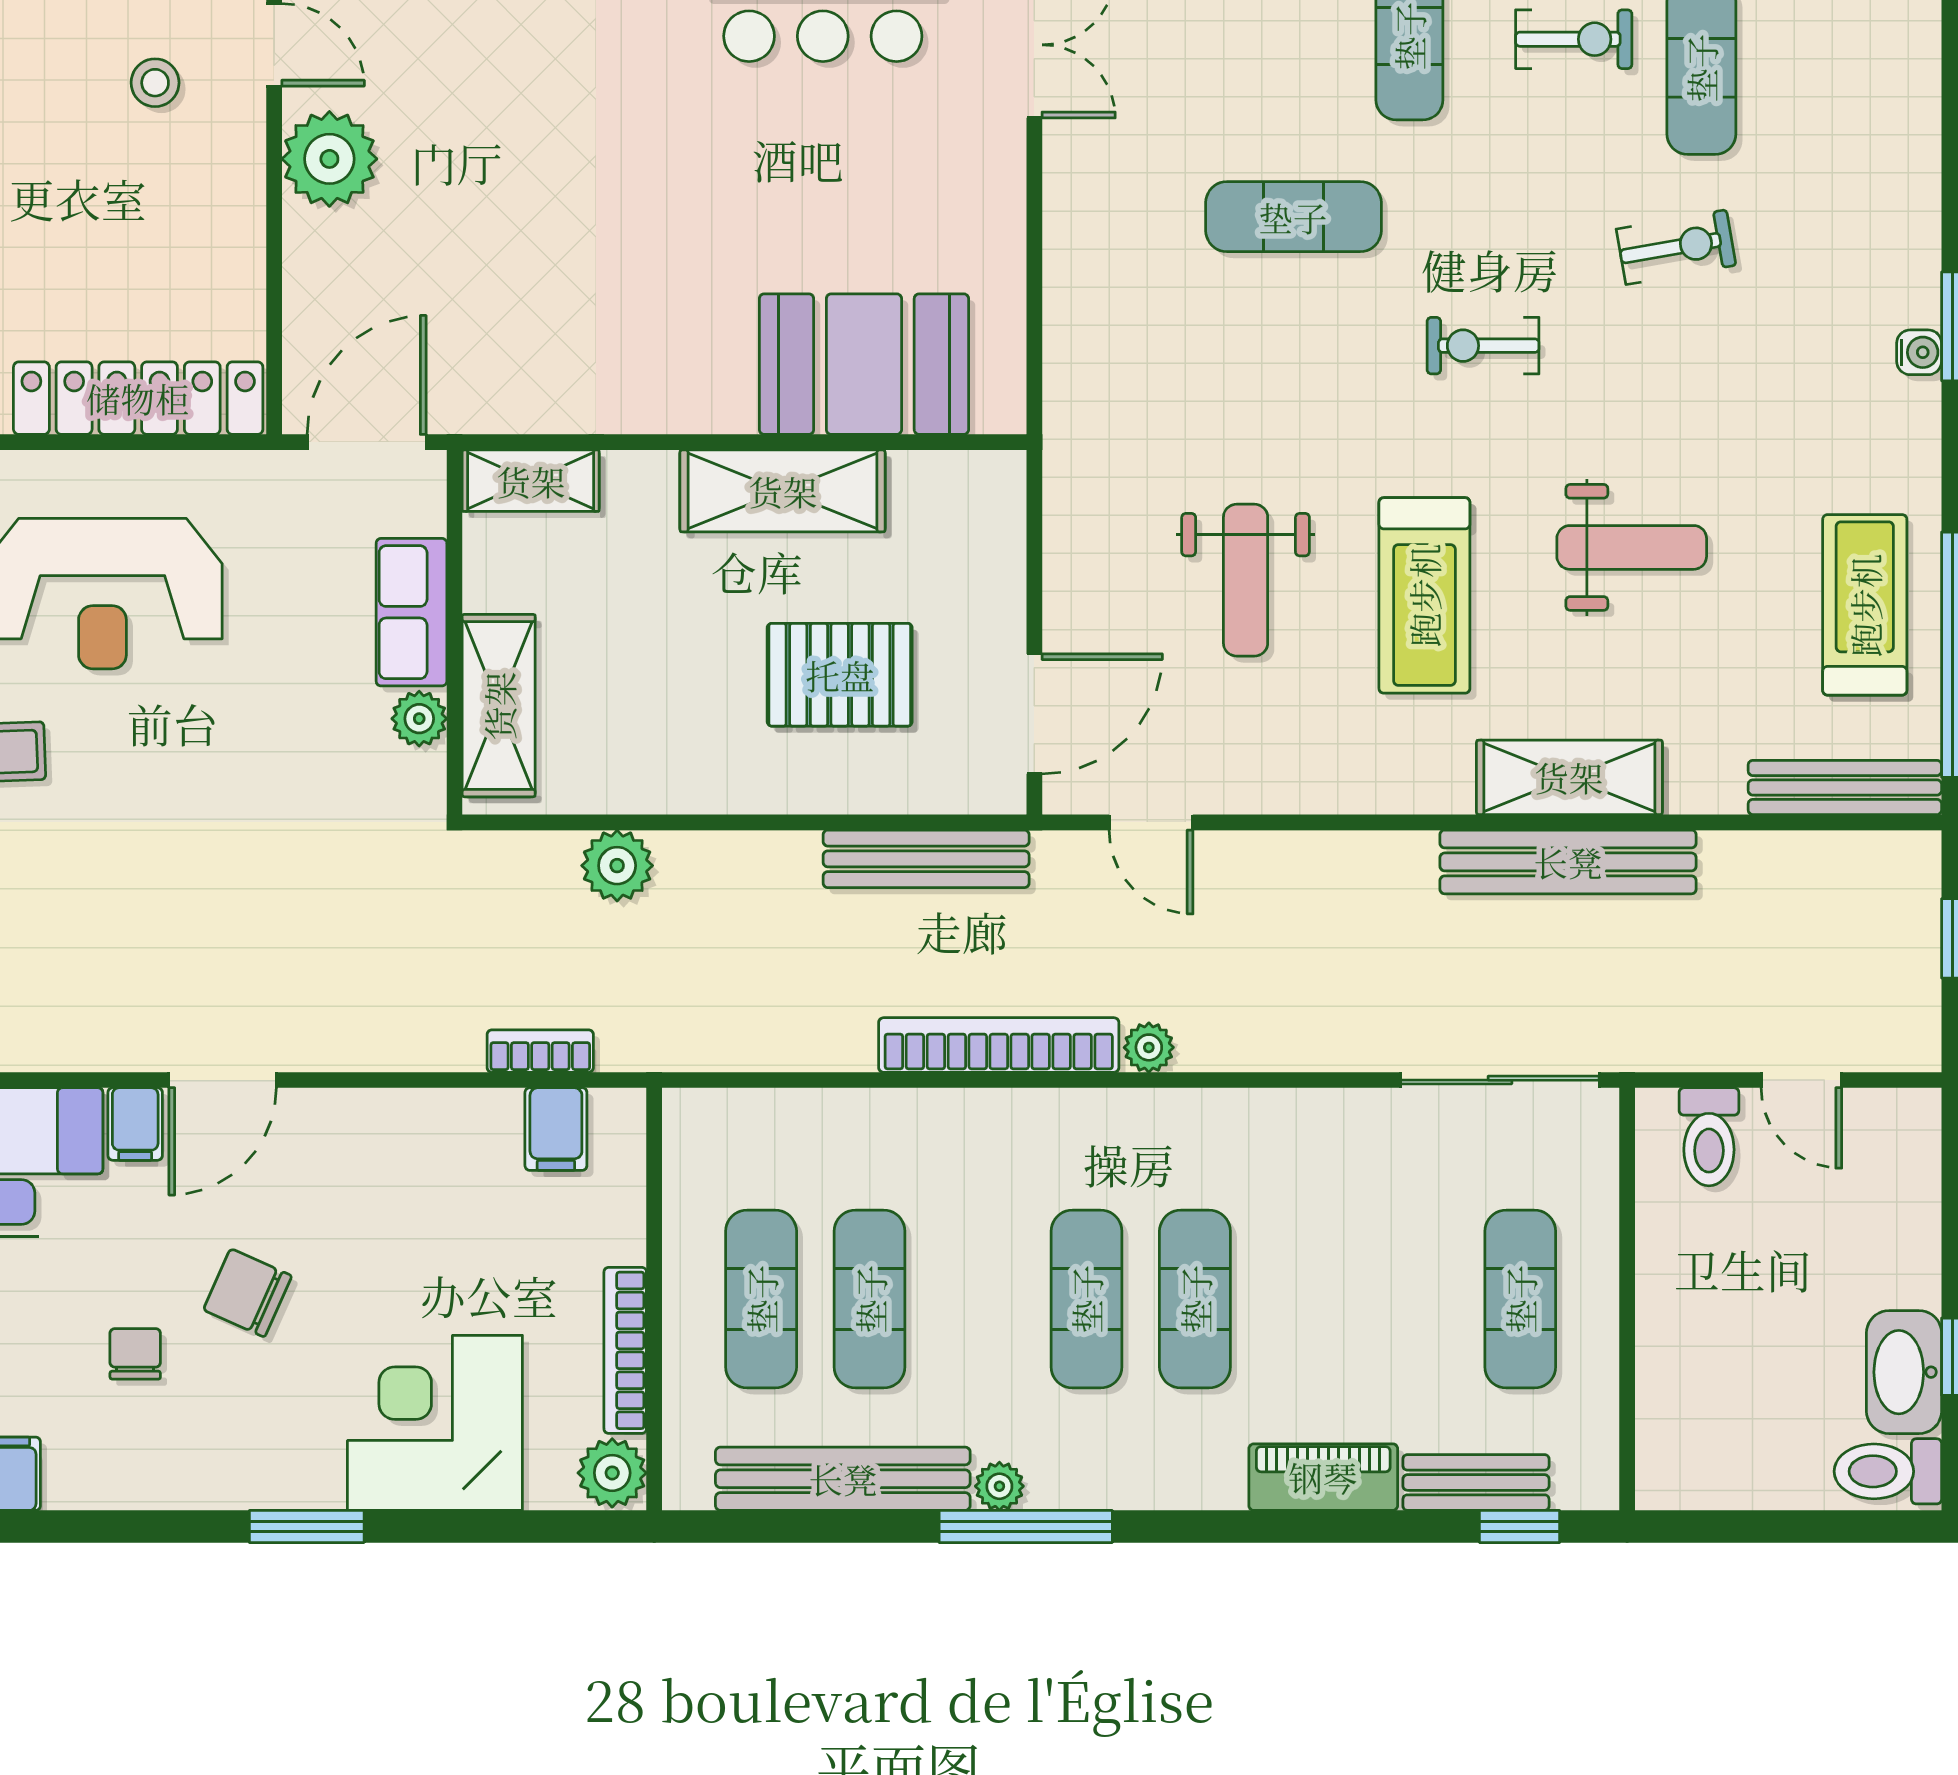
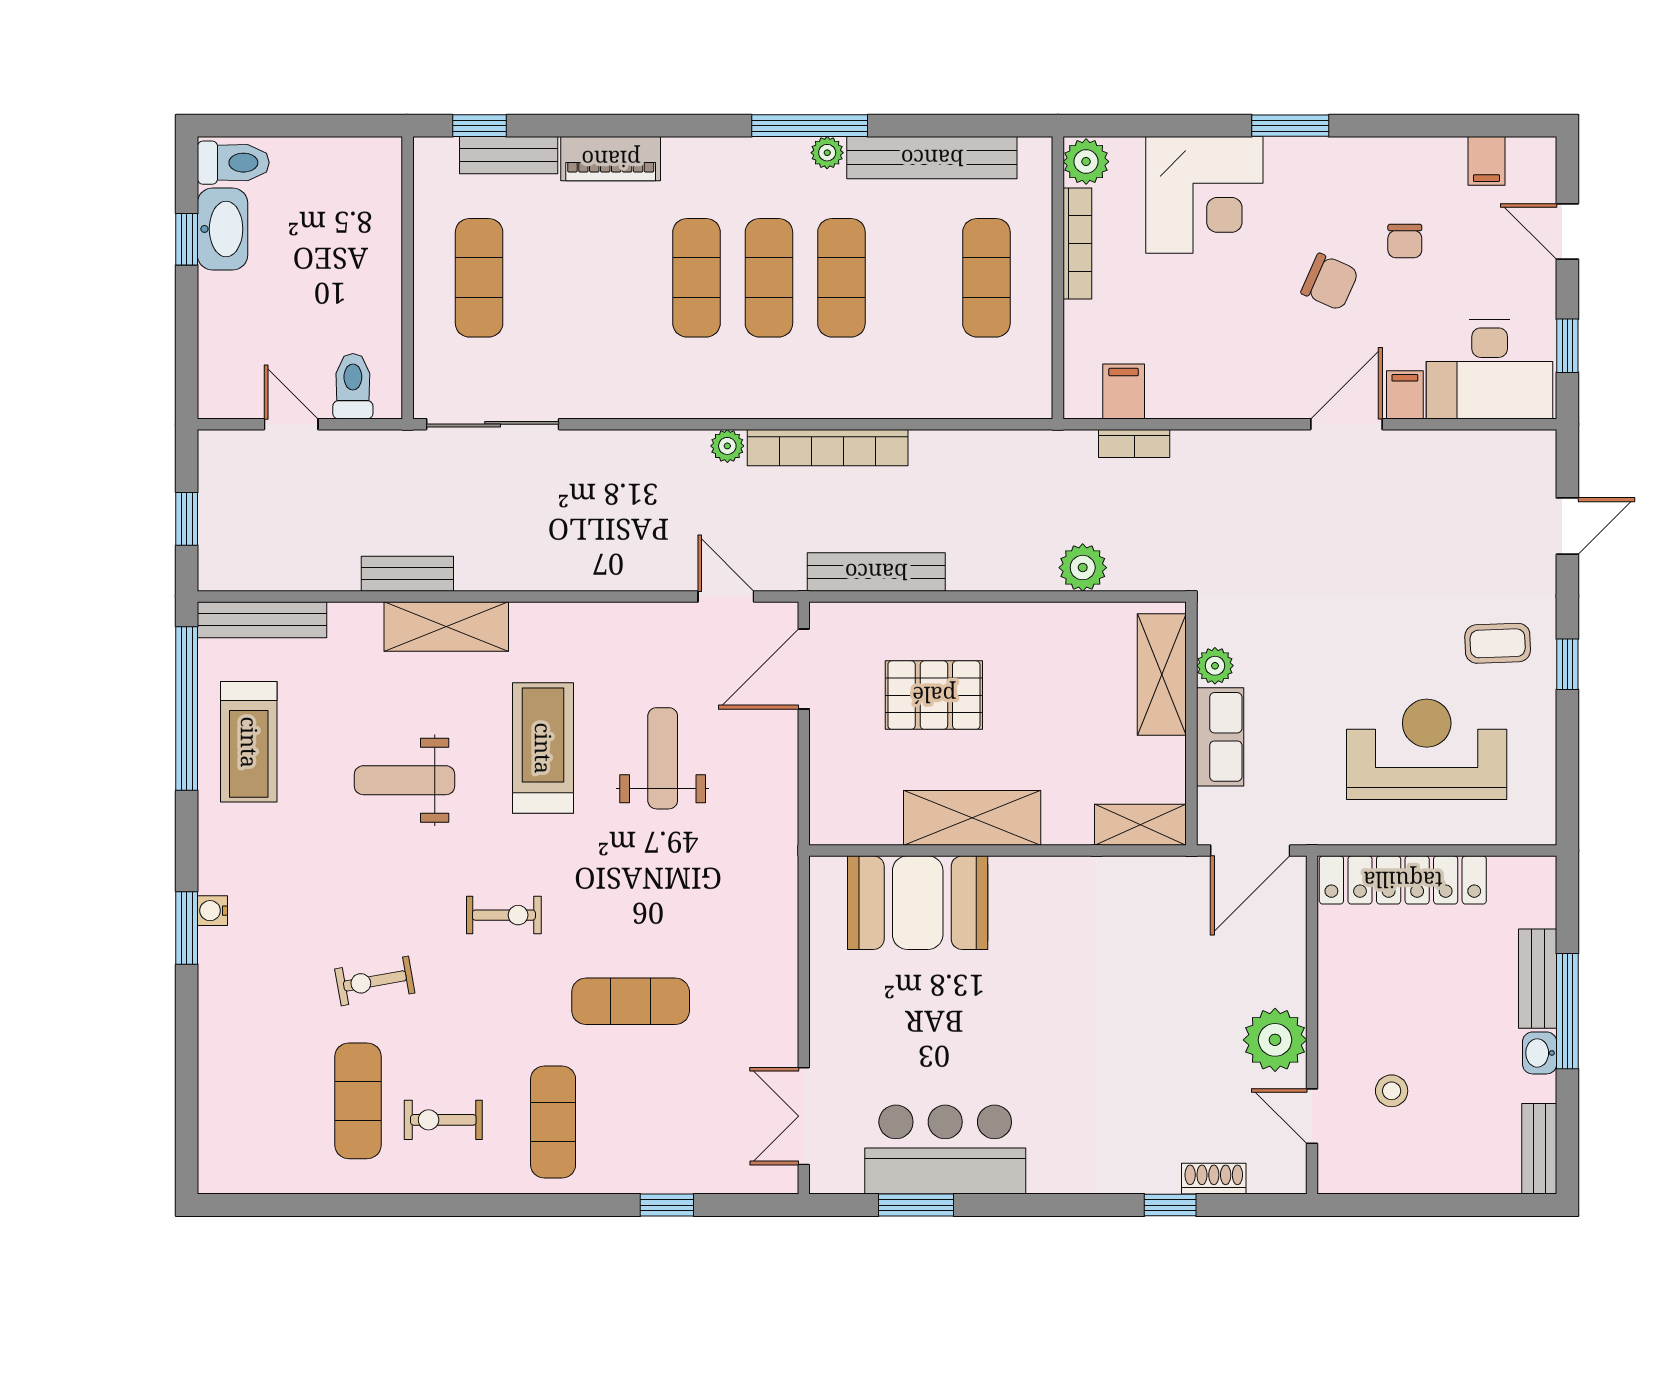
bench: (1568, 862) -> (407, 574), width x0.54, depth x0.82
exercise mat: (870, 1299) -> (841, 278), moved

